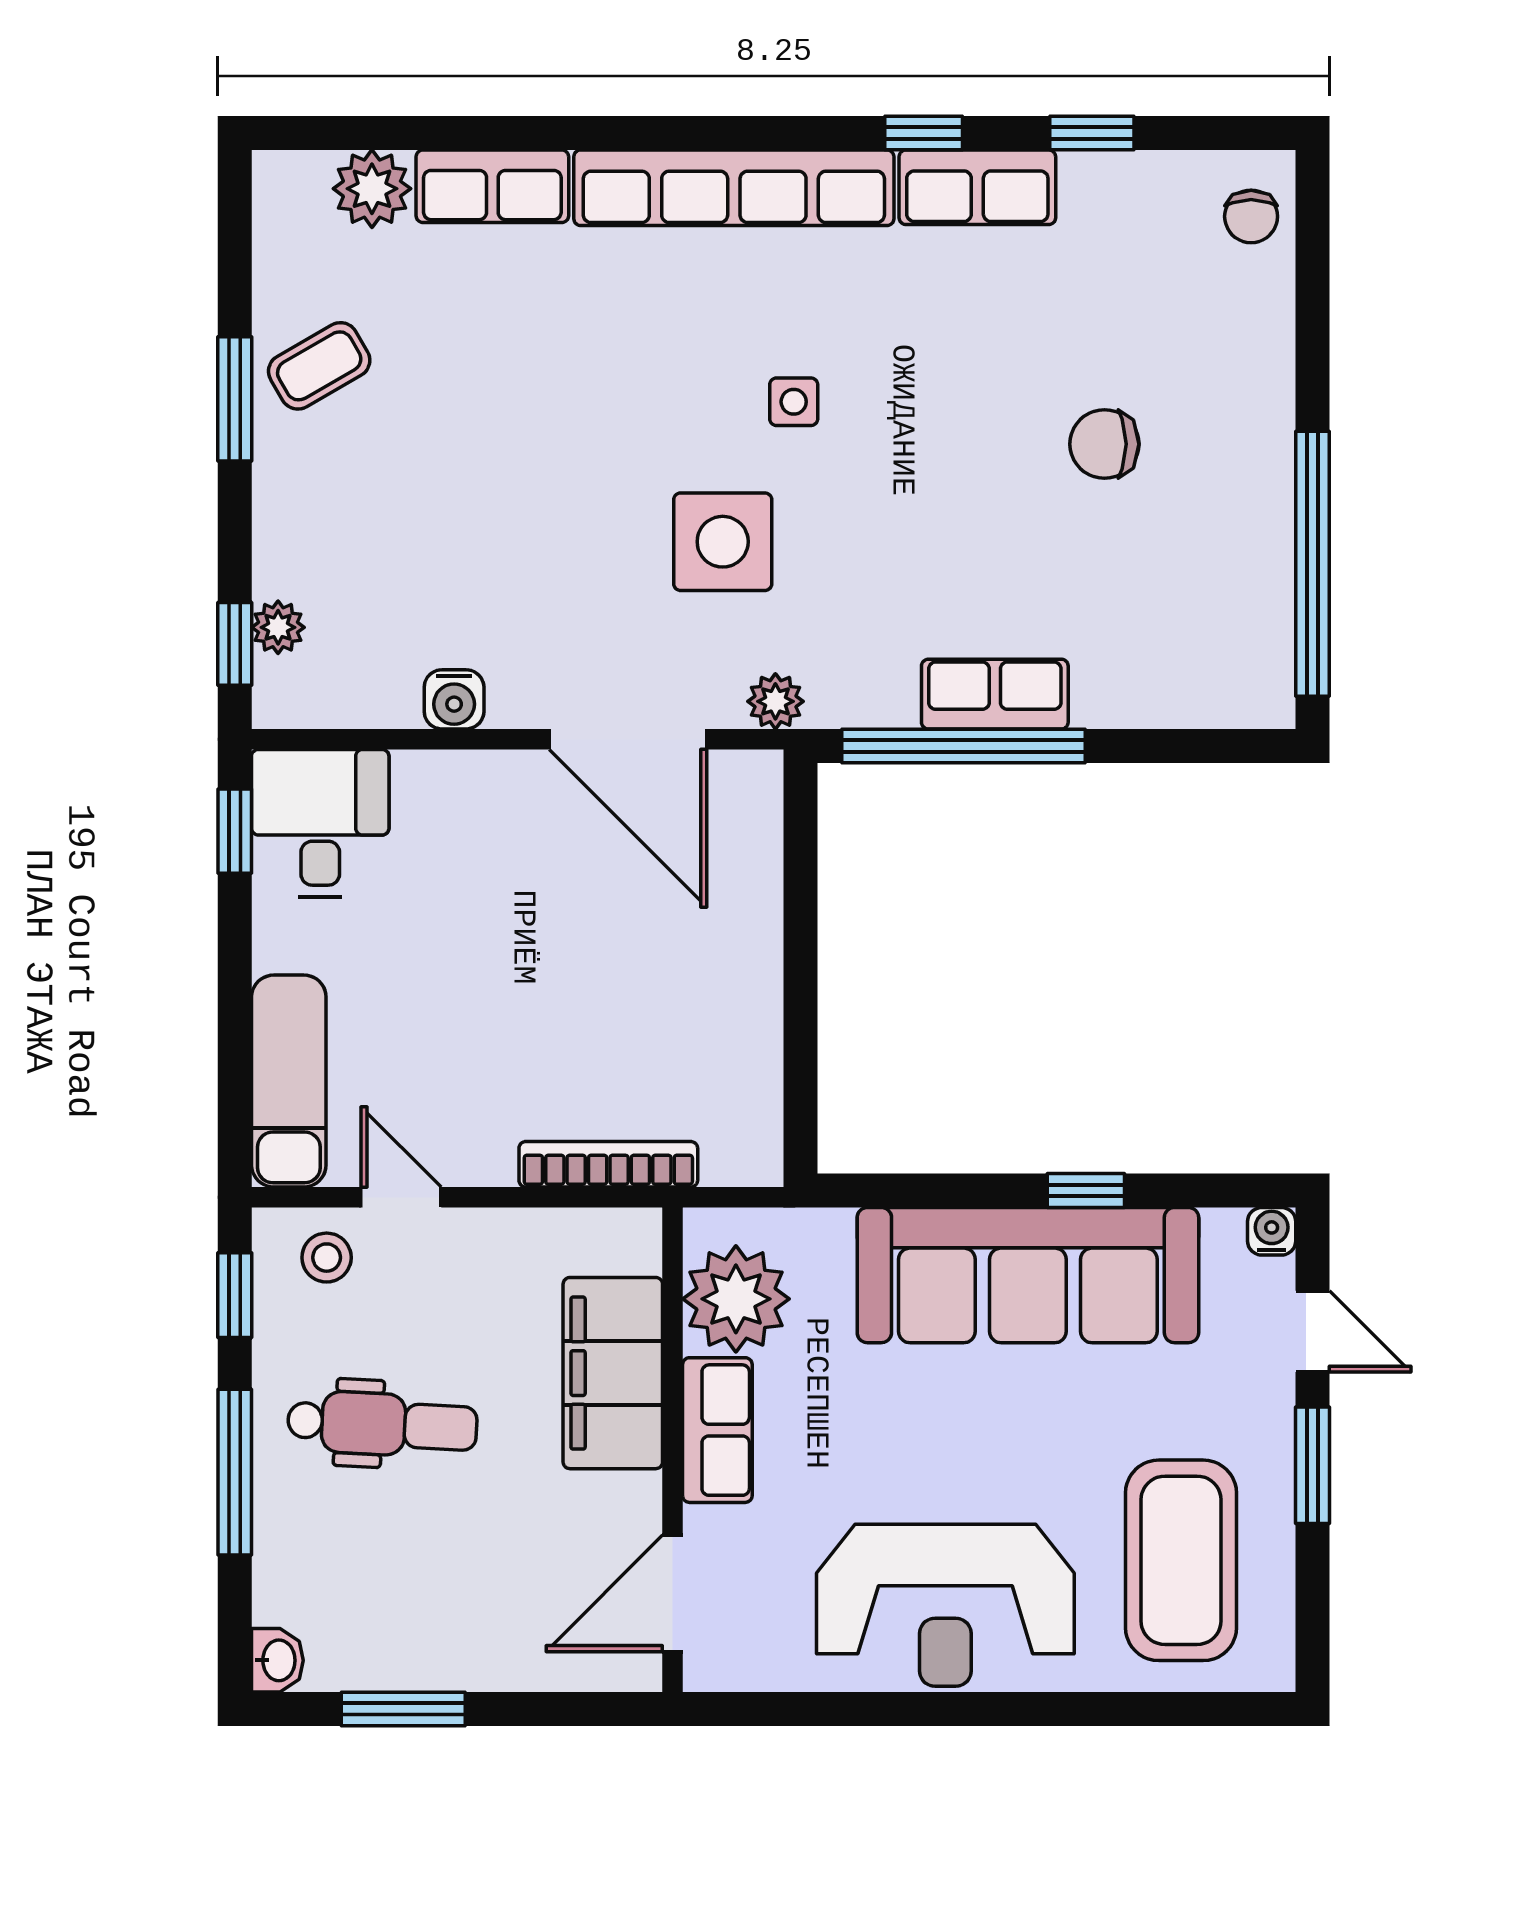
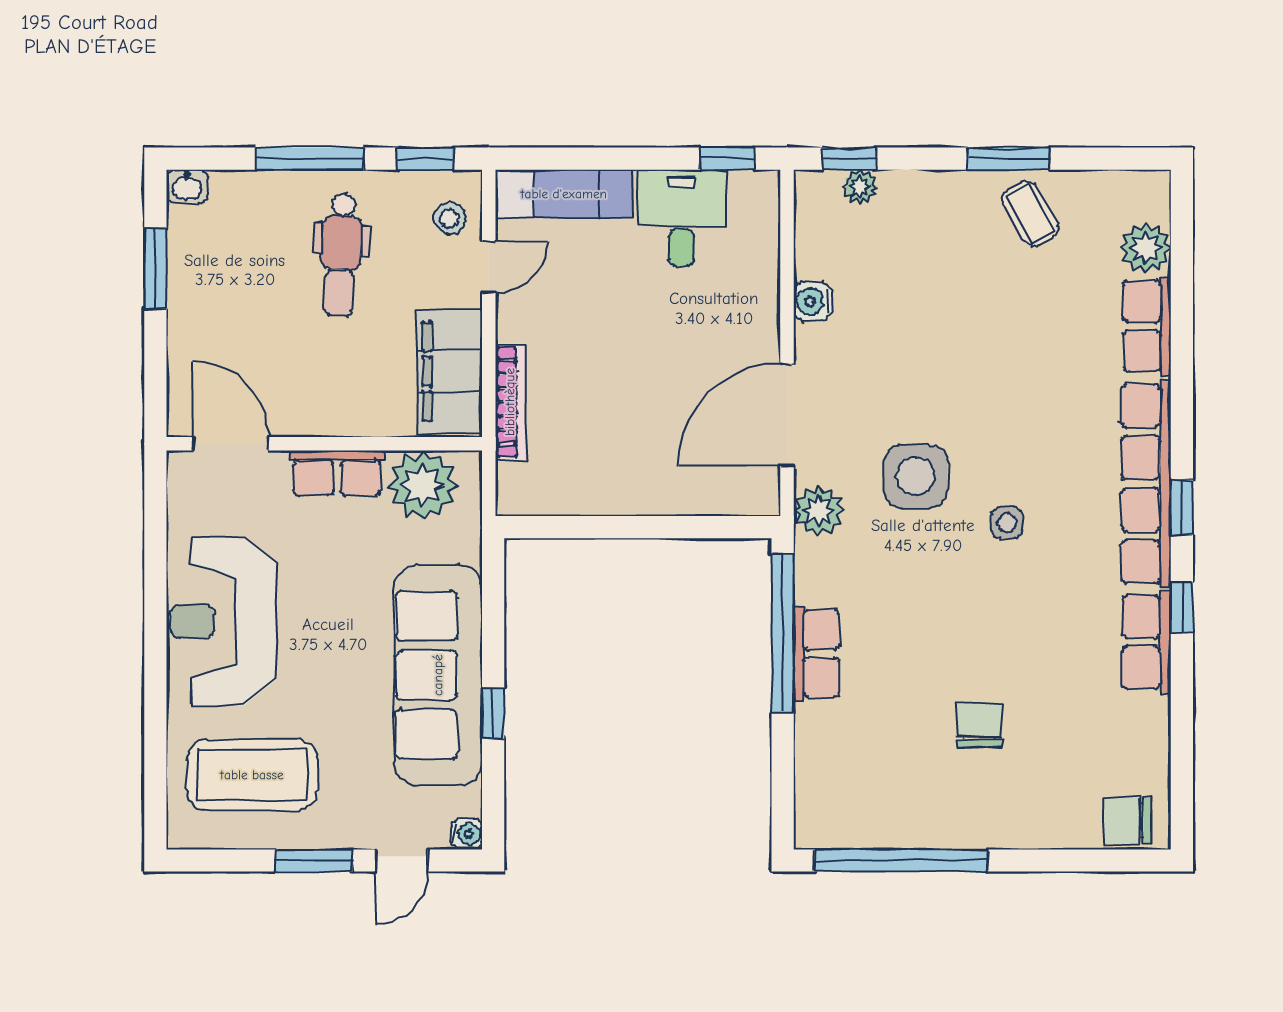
window: (1092, 133) -> (1182, 507), moved
chair: (1251, 216) -> (1127, 821), width x1.37, depth x1.37
plant: (775, 701) -> (818, 511), width x1.38, depth x1.38
desk: (320, 823) -> (682, 218), moved, turned -90
filing cabinet: (613, 1373) -> (450, 371), moved, turned -90

